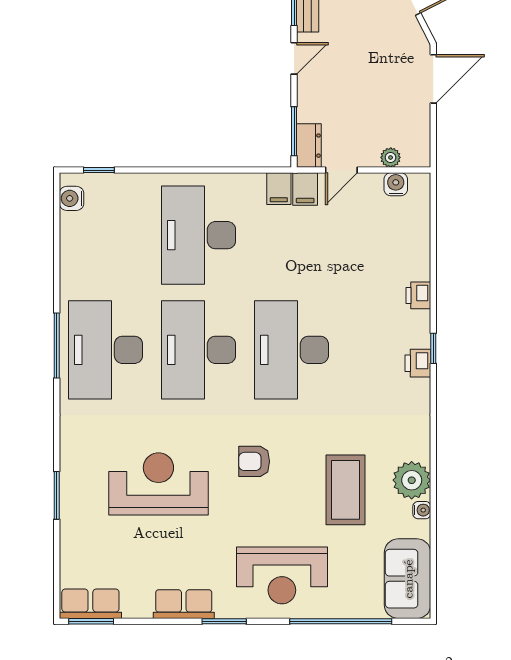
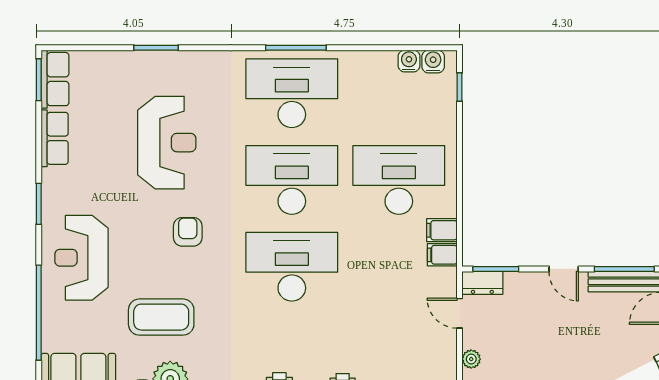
water cooler: (396, 184) -> (409, 61), moved, turned -90
filing cabinet: (305, 189) -> (442, 230), moved
row of seats: (184, 604) -> (55, 138), moved

